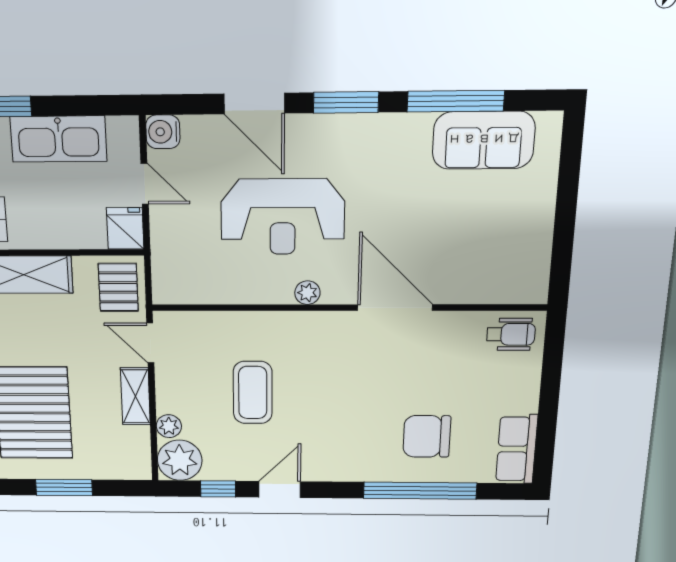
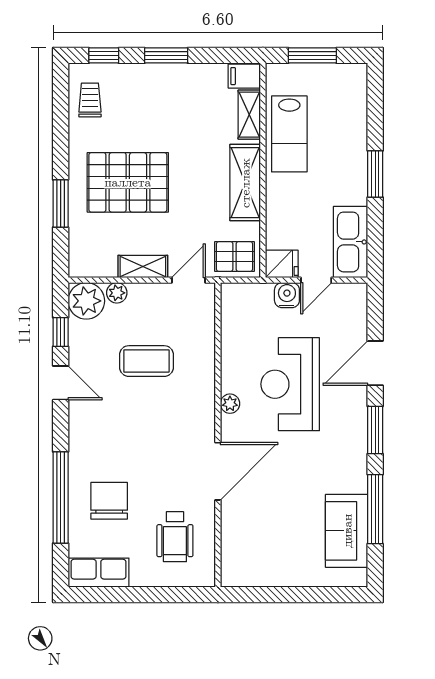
water cooler: (163, 132) -> (287, 295), moved
kitchen sink: (58, 139) -> (351, 242), moved
wheelchair: (511, 334) -> (175, 537), moved, width x1.36, depth x1.37

